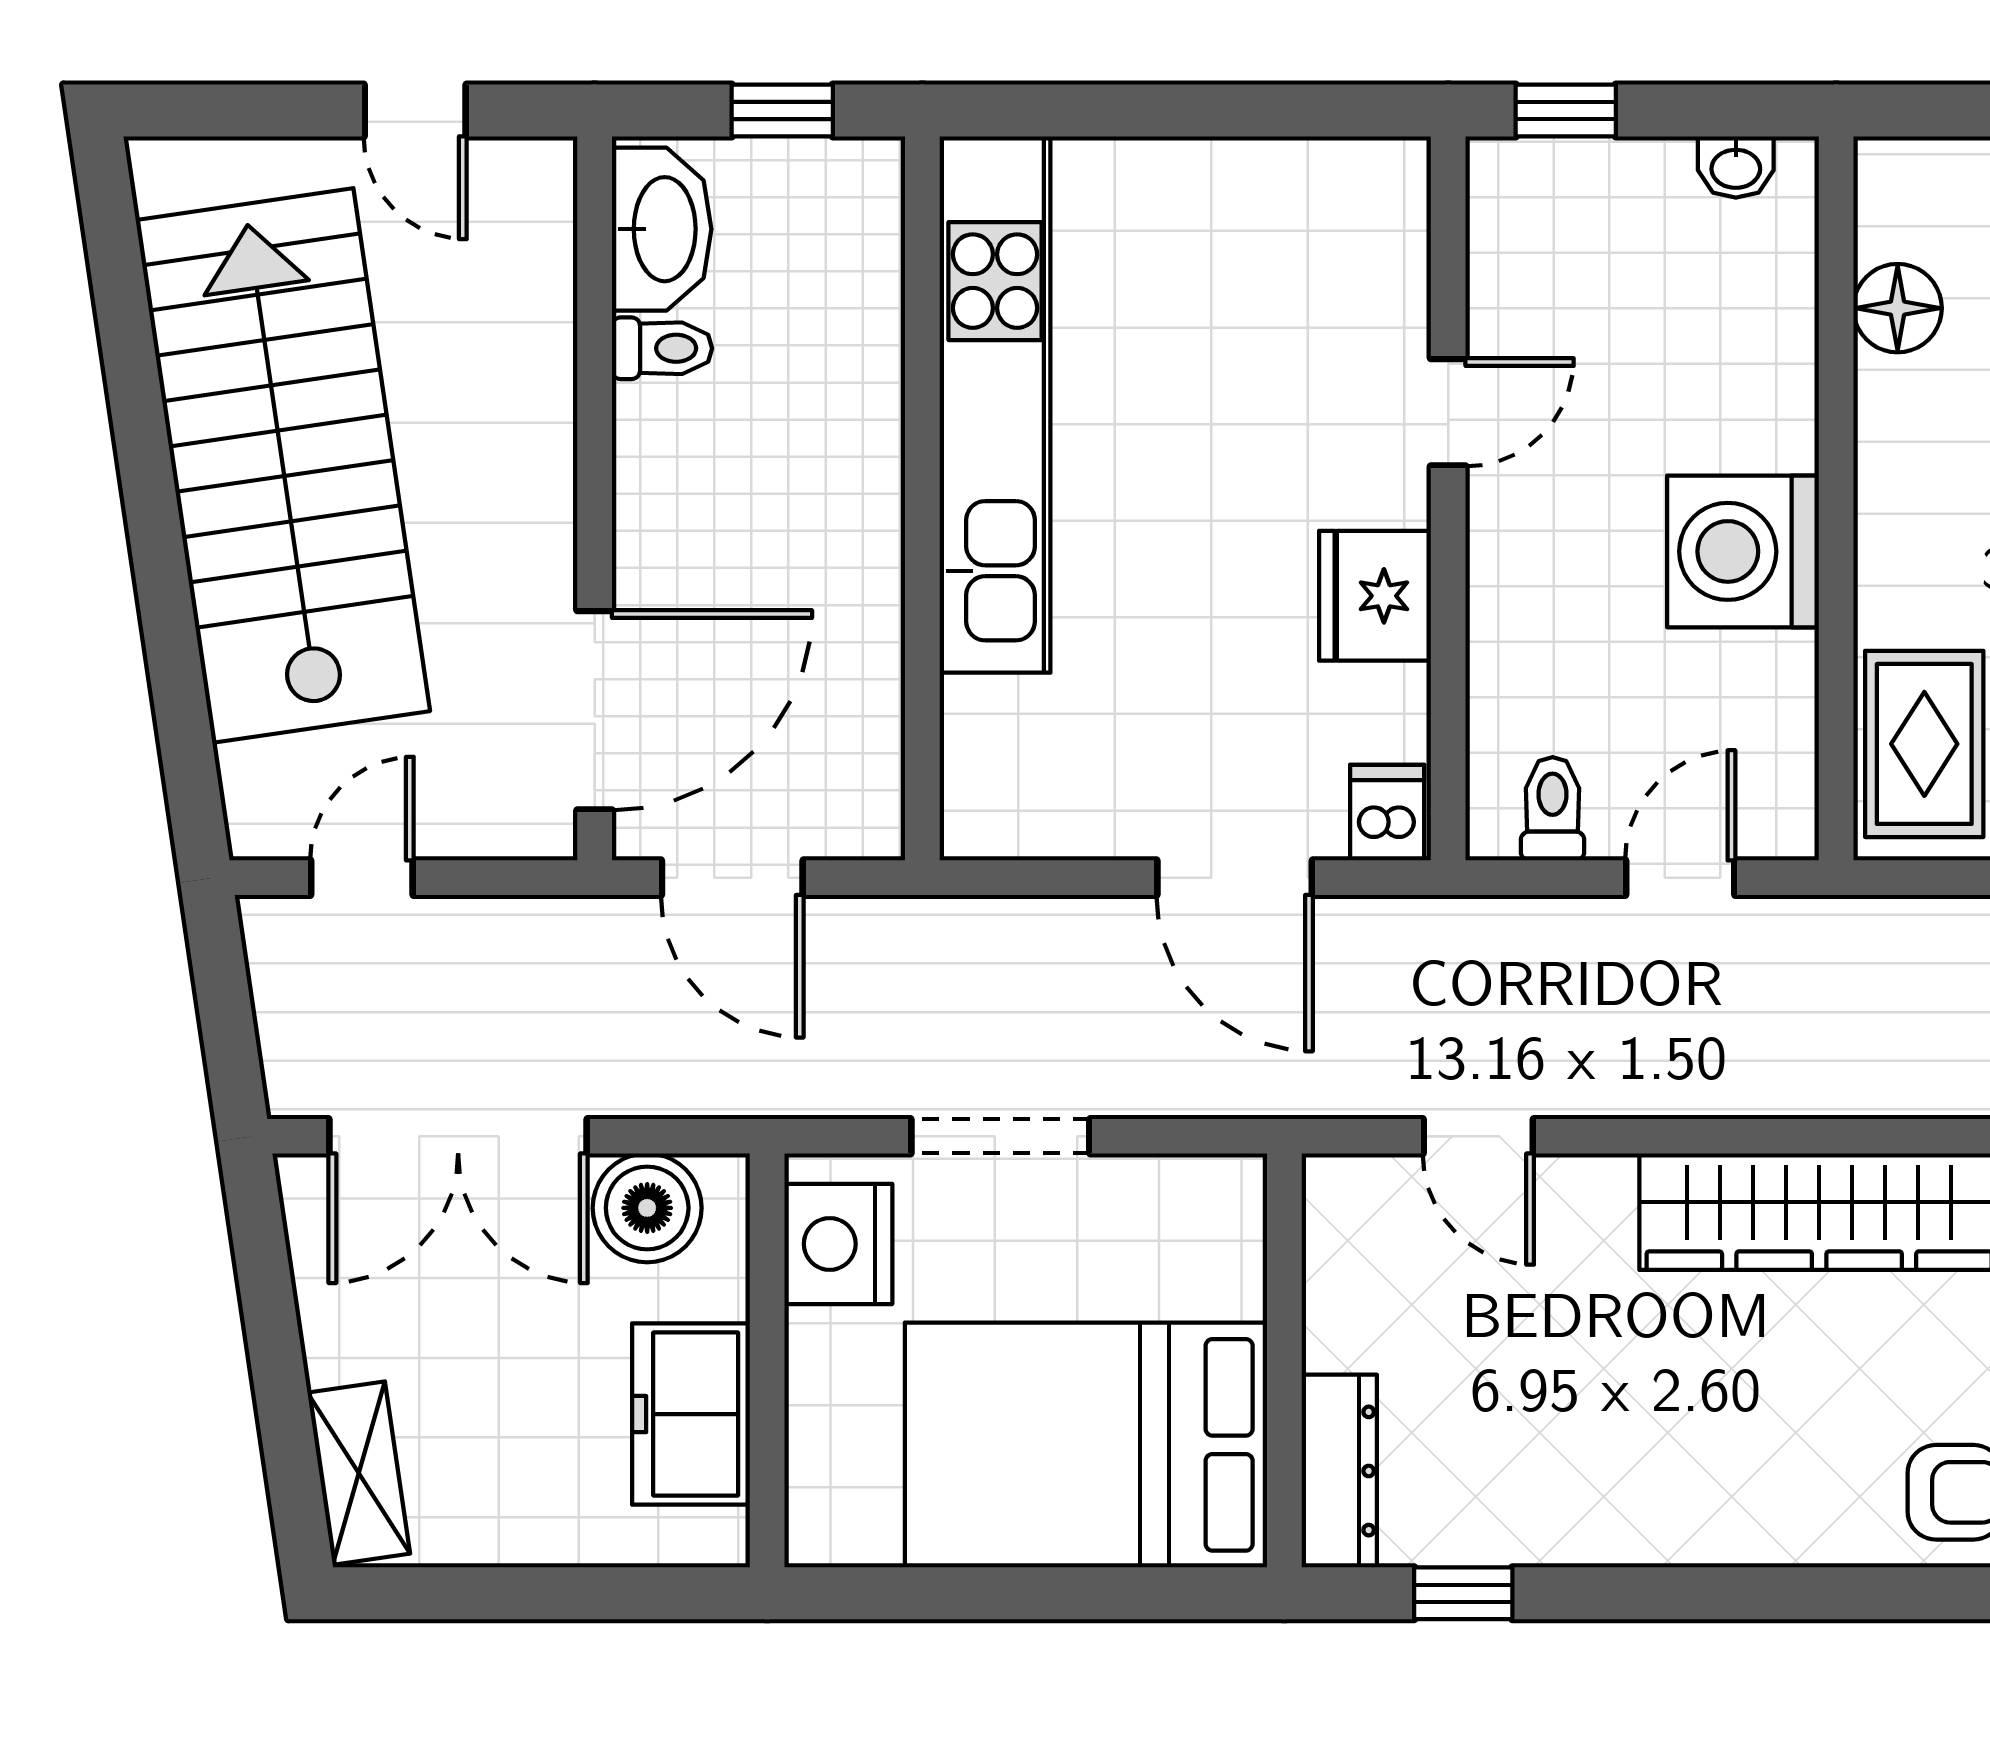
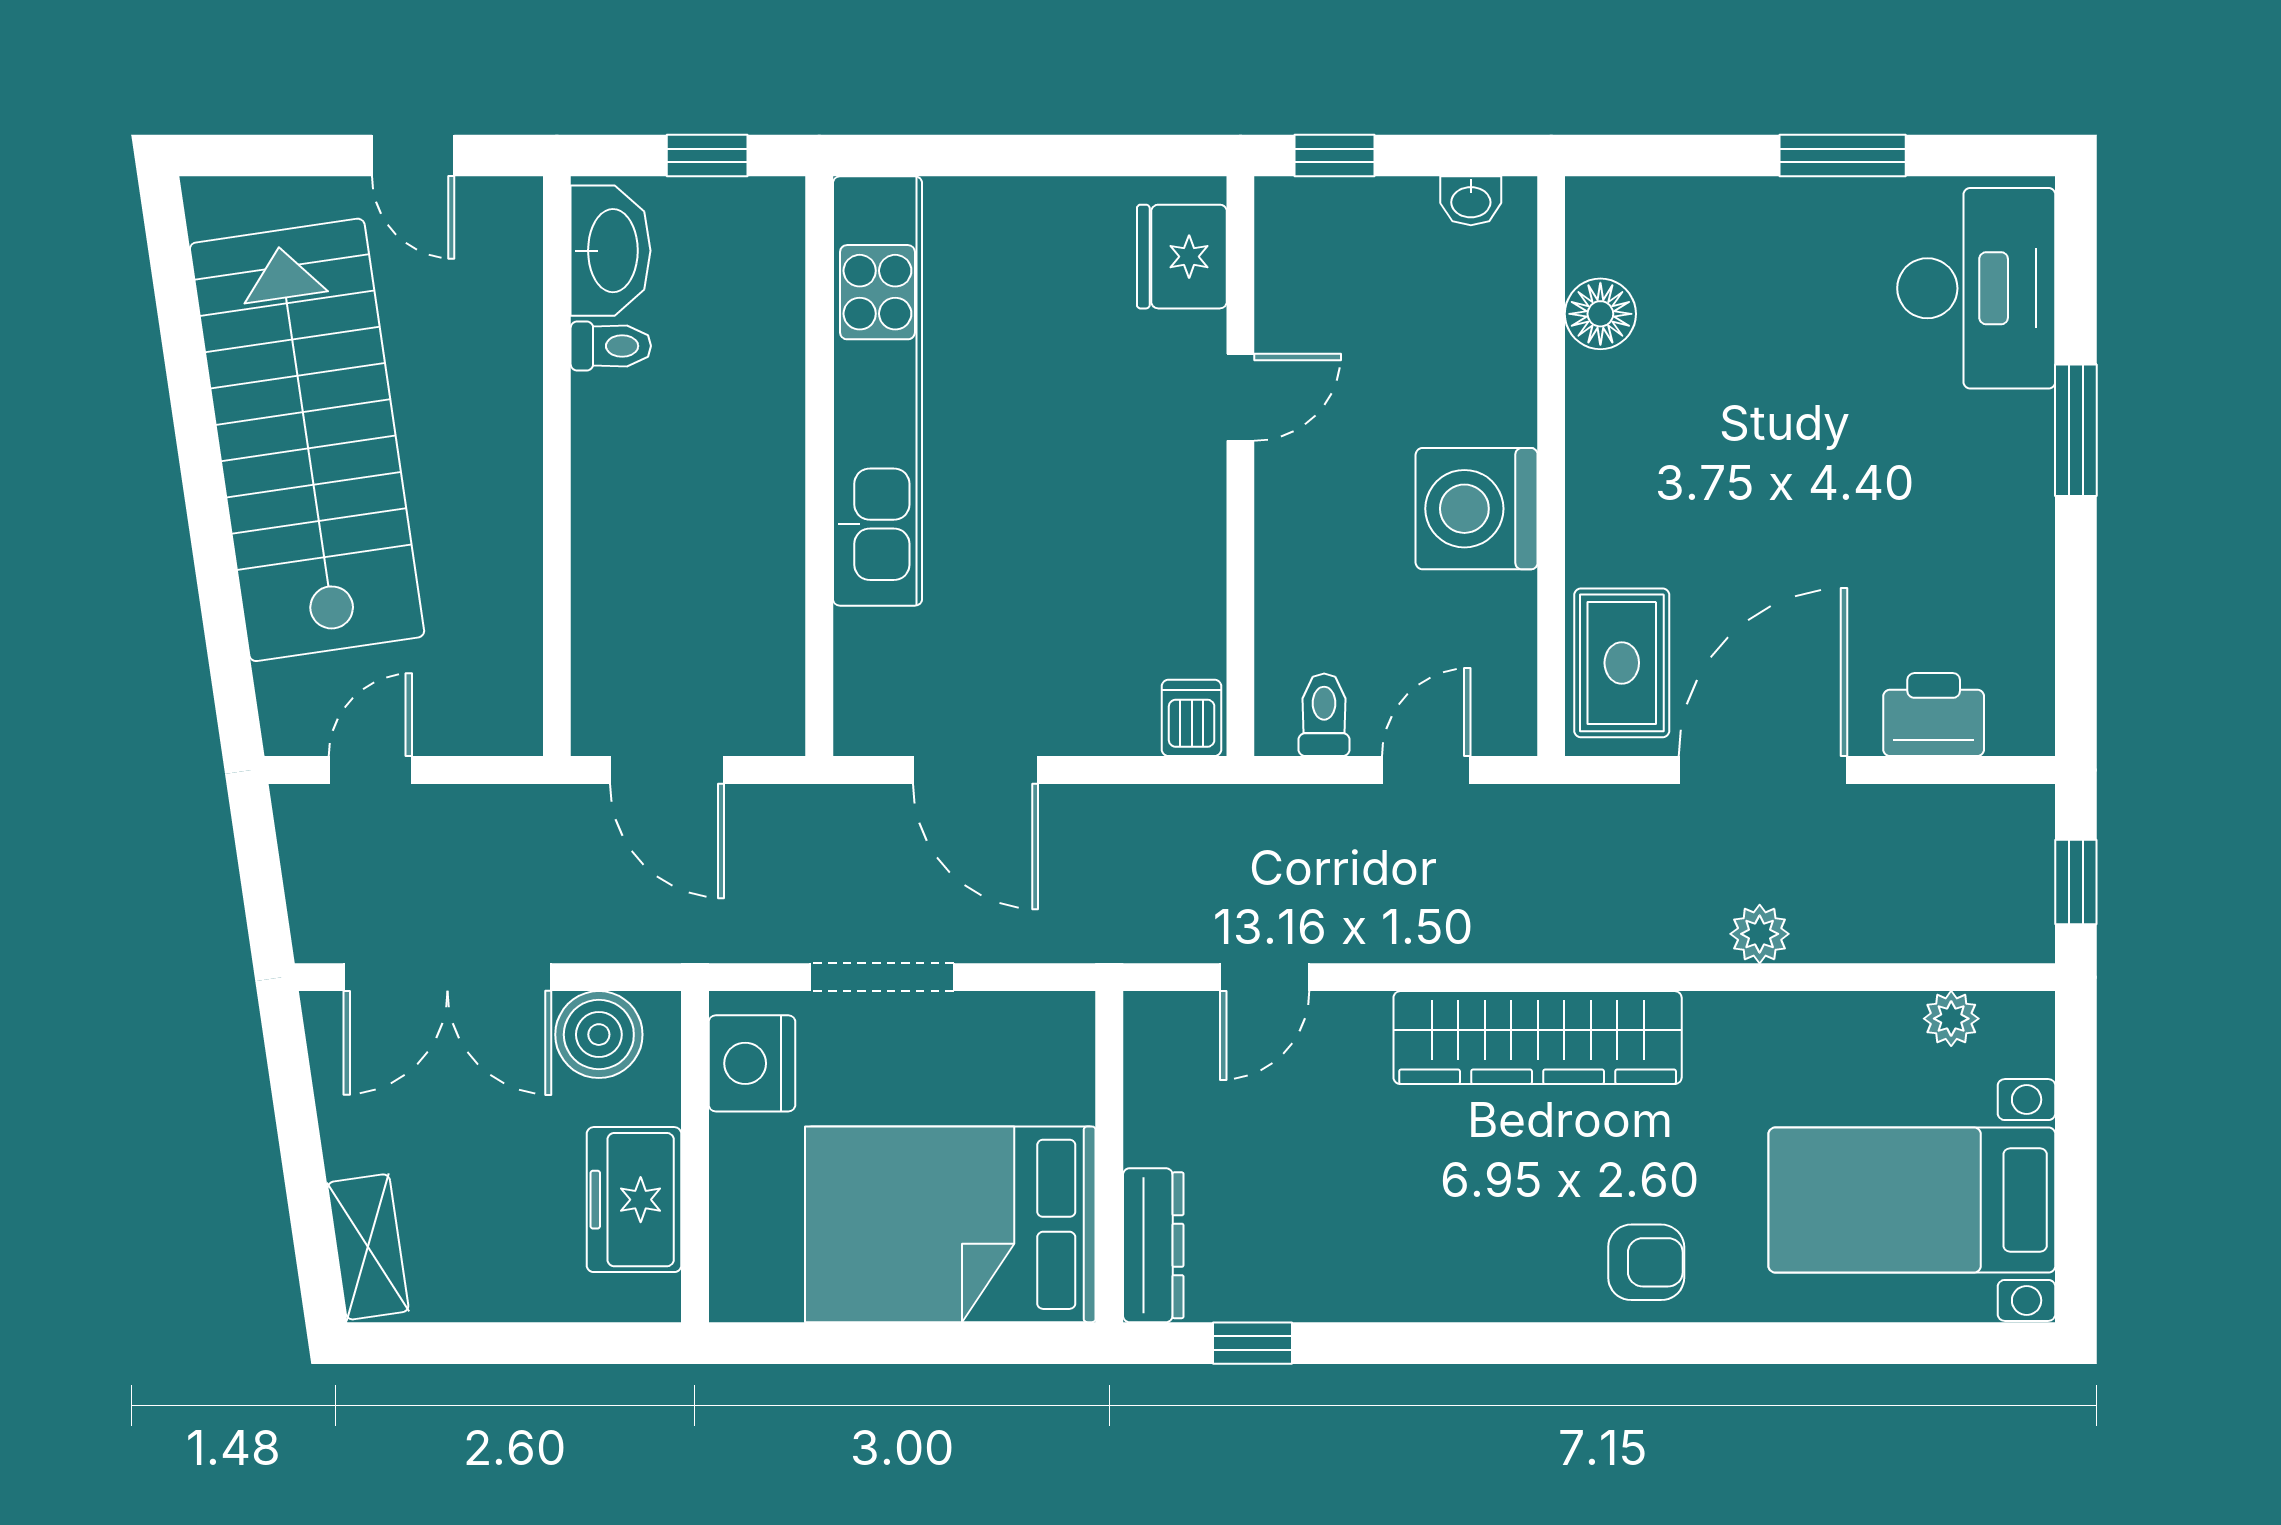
fridge: (1375, 596) -> (1182, 257), moved
door: (595, 710) -> (557, 636), removed
door: (1235, 878) -> (976, 770), moved
door: (1478, 1136) -> (1265, 977), hinge flipped

